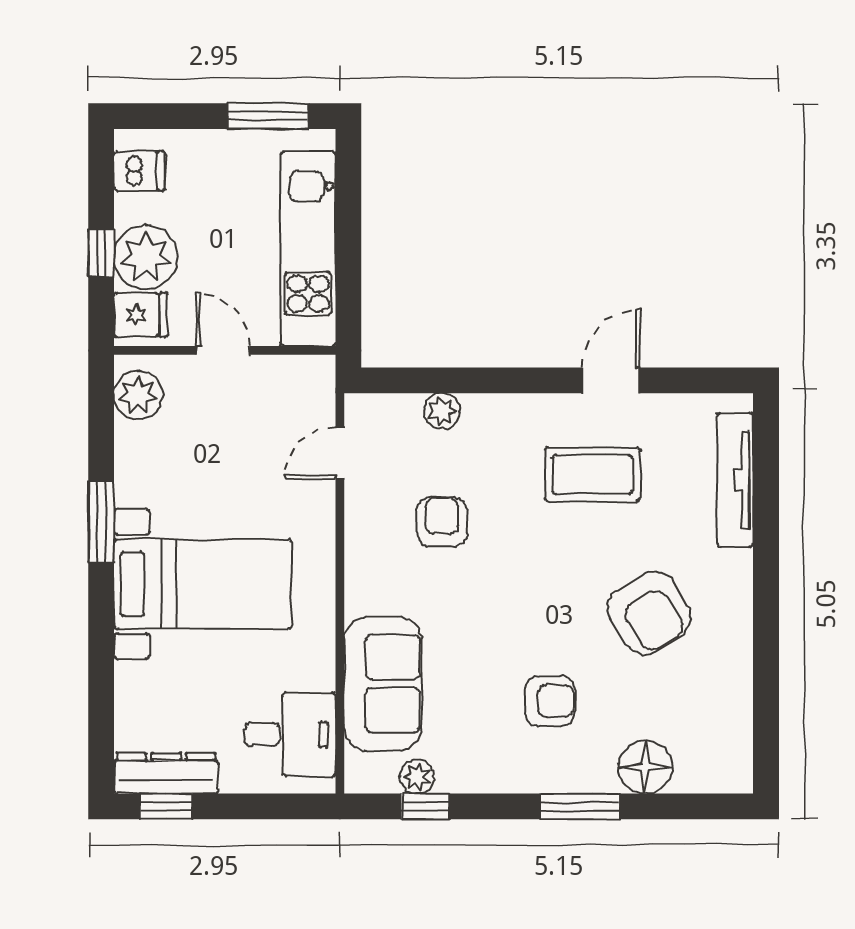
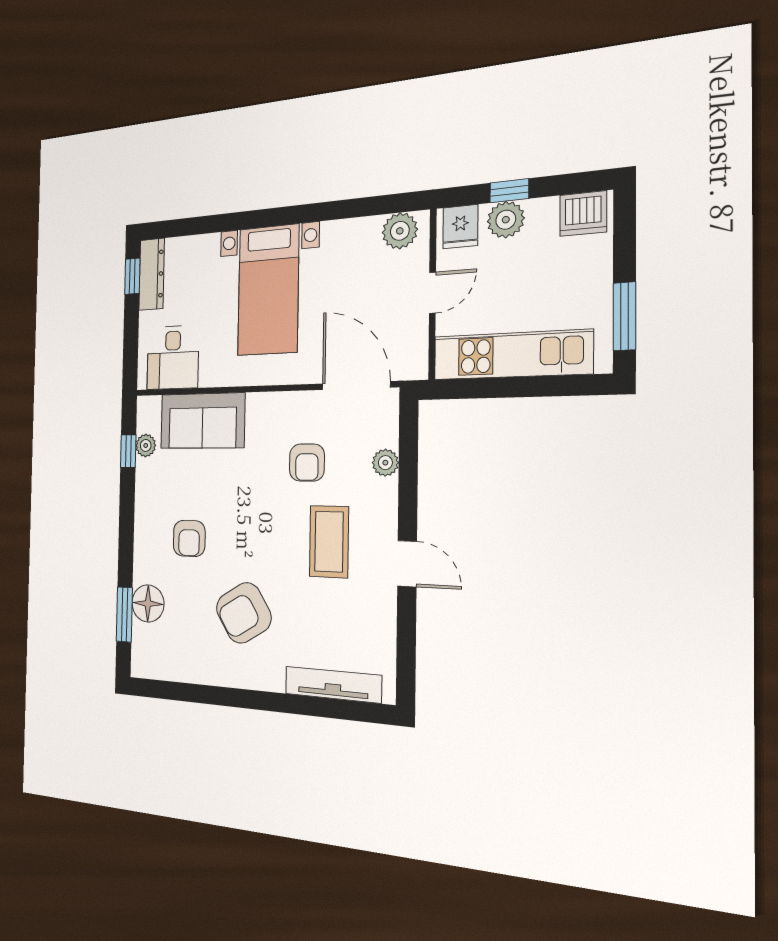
dishwasher: (139, 171) -> (583, 214), width x1.38
plant: (146, 257) -> (506, 220), width x0.73, depth x0.73
door: (611, 380) -> (407, 564), moved
door: (340, 453) -> (356, 386), width x1.87
coffee table: (593, 474) -> (329, 542), moved
window: (101, 522) -> (311, 213), removed
armchair: (442, 522) -> (307, 463), turned 90
window: (580, 806) -> (124, 614), moved

